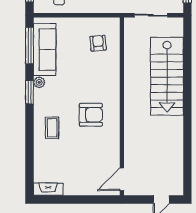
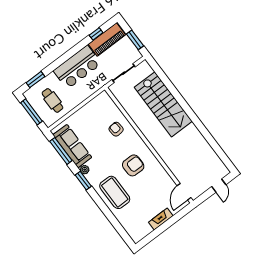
armchair: (98, 43) -> (116, 129), moved
coffee table: (52, 128) -> (115, 192), width x1.86, depth x1.72
fireplace: (48, 189) -> (161, 219), moved

